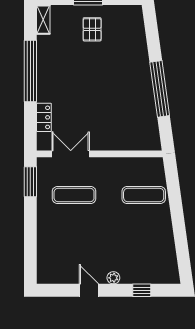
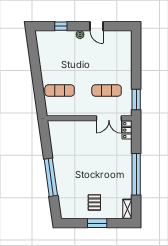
window: (160, 89) -> (51, 177), moved
locker: (44, 117) -> (127, 130), moved

